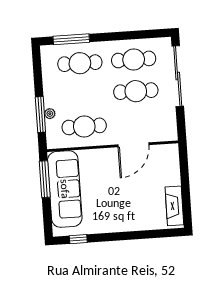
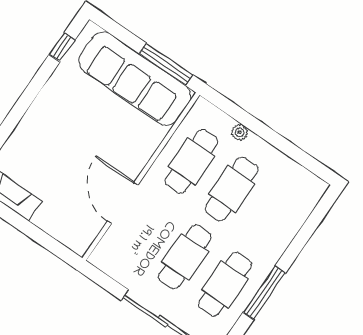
window: (71, 39) -> (264, 293), moved
cafe table: (80, 63) -> (232, 189), moved
window: (40, 114) -> (248, 120), removed

